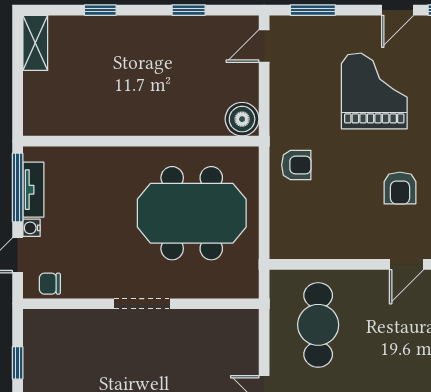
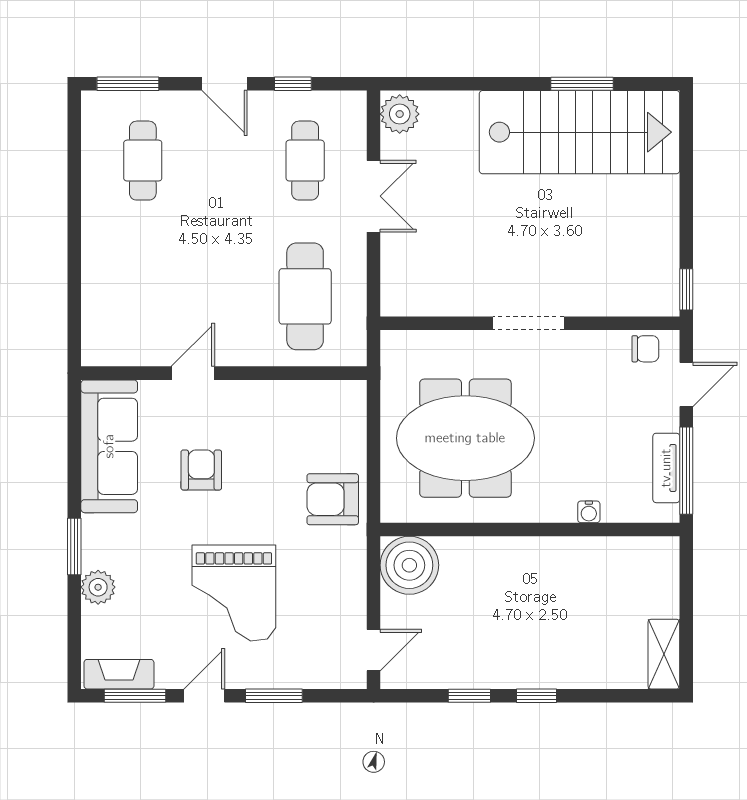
window: (100, 10) -> (537, 696), moved
window: (313, 10) -> (274, 696), moved
boiler: (242, 119) -> (409, 565), width x1.37, depth x1.37
armchair: (296, 165) -> (333, 499), width x1.38, depth x1.38
water cooler: (32, 228) -> (589, 512), moved, turned 90
window: (18, 363) -> (686, 289), moved

